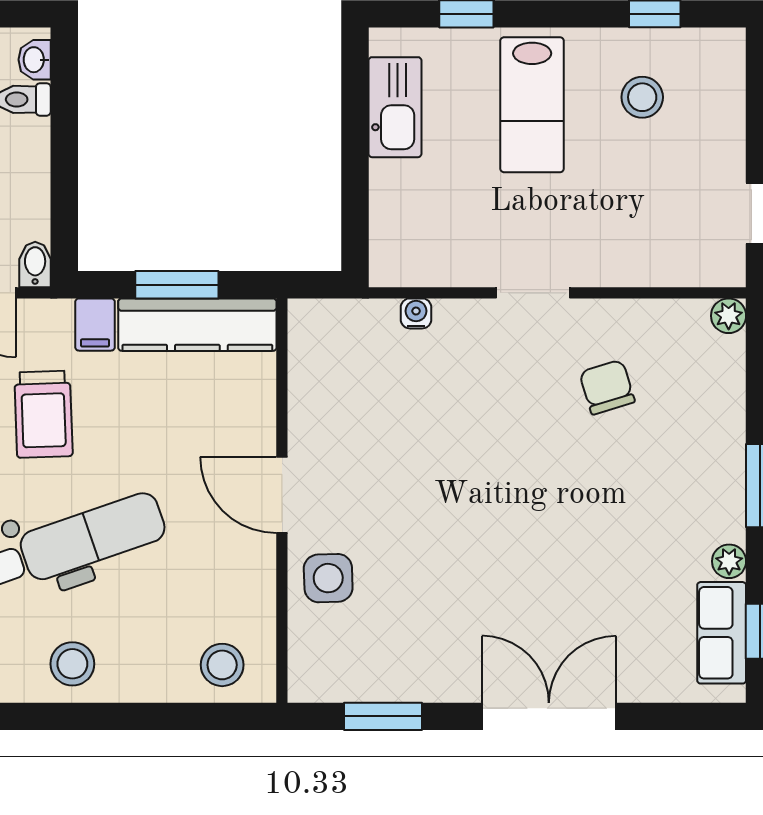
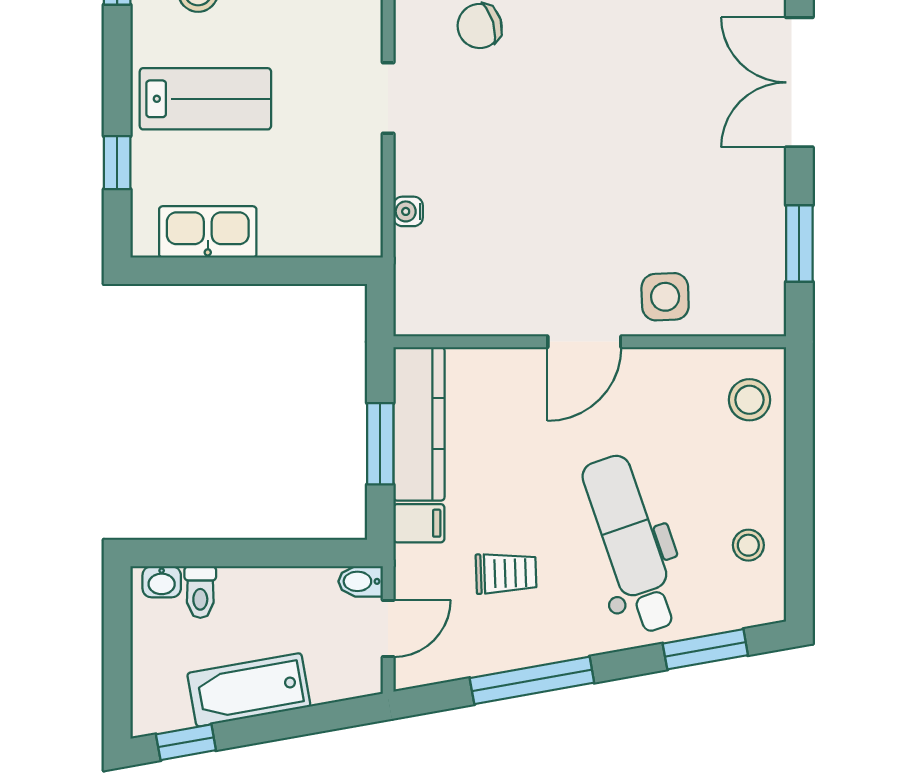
trolley: (43, 414) -> (506, 573), width x0.73, depth x0.72
stool: (72, 664) -> (748, 545), width x0.73, depth x0.73

